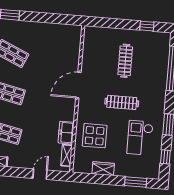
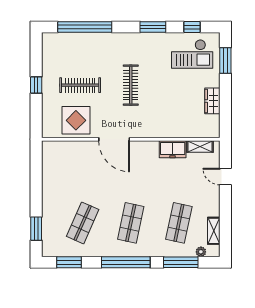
window: (147, 26) -> (36, 85), moved
display table: (95, 136) -> (76, 120), moved
checkout: (140, 138) -> (192, 54), moved

